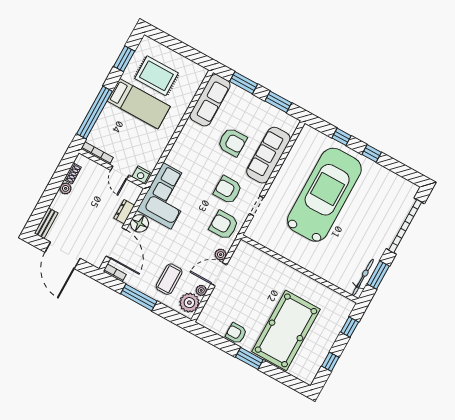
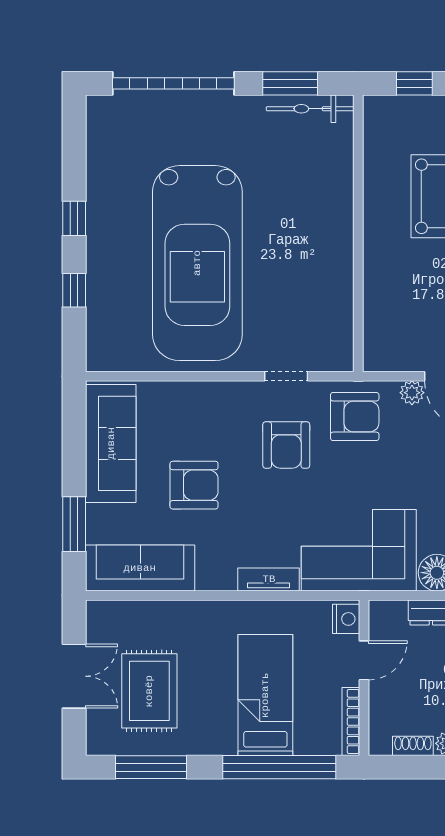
double door: (180, 48) -> (74, 676), added
window: (124, 59) -> (151, 767), width x1.44
window: (278, 102) -> (74, 441), removed
bed: (139, 104) -> (265, 695), moved
armchair: (232, 142) -> (194, 485), turned 90
tv unit: (176, 151) -> (269, 579), added
sofa: (268, 155) -> (111, 443), moved, turned -90
car: (324, 195) -> (197, 263), turned -90
armchair: (224, 225) -> (355, 417), turned -90

